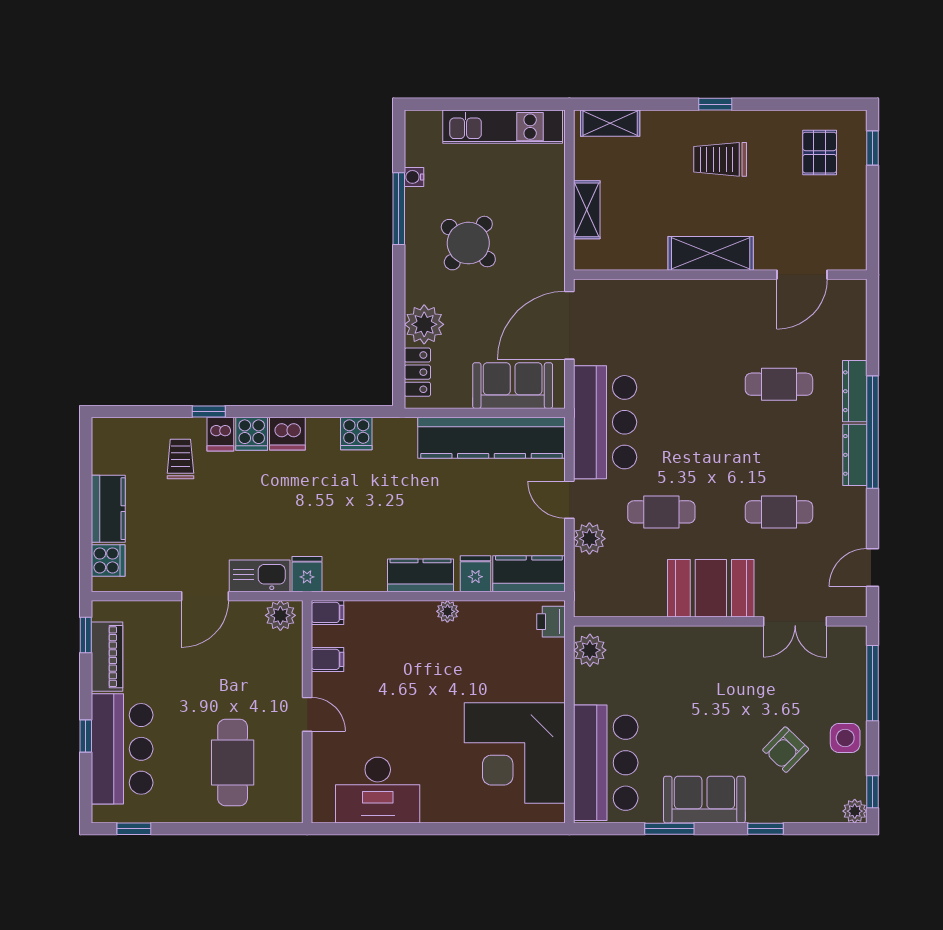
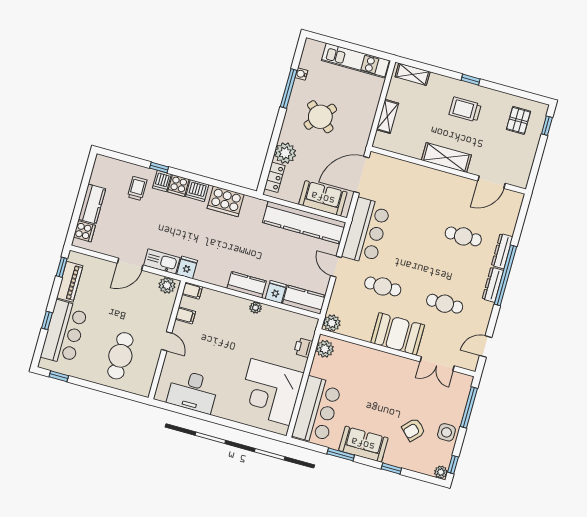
cooker: (356, 433) -> (226, 201), width x1.87, depth x1.31
plant: (589, 539) -> (332, 323), moved
printer: (551, 622) -> (303, 348), moved

